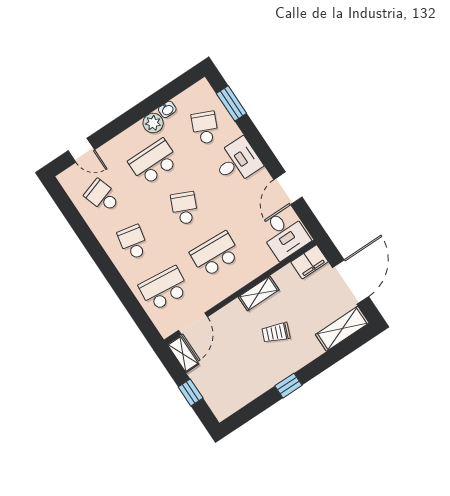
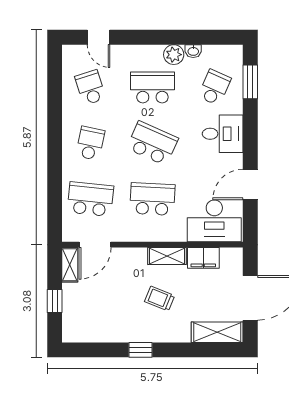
school desk: (184, 208) -> (152, 143), width x1.85
desk: (284, 234) -> (214, 221), width x1.37
filing cabinet: (309, 262) -> (203, 258), moved

